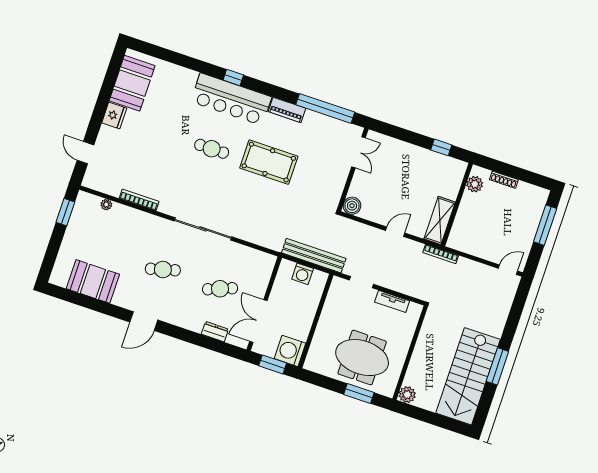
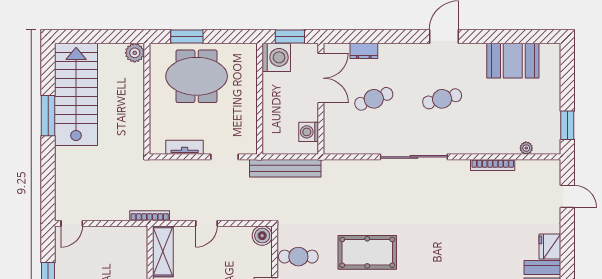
cafe table: (212, 149) -> (298, 257), moved
washing machine: (303, 274) -> (309, 132), moved, turned -90

